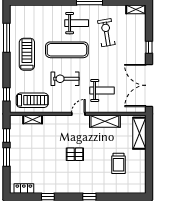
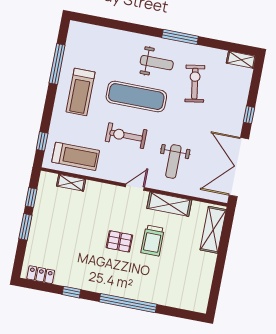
treadmill: (27, 54) -> (81, 92), turned 180
weight bench: (102, 90) -> (173, 161), turned 90
trolley: (118, 163) -> (153, 241), moved
window: (89, 197) -> (128, 303), width x3.17

